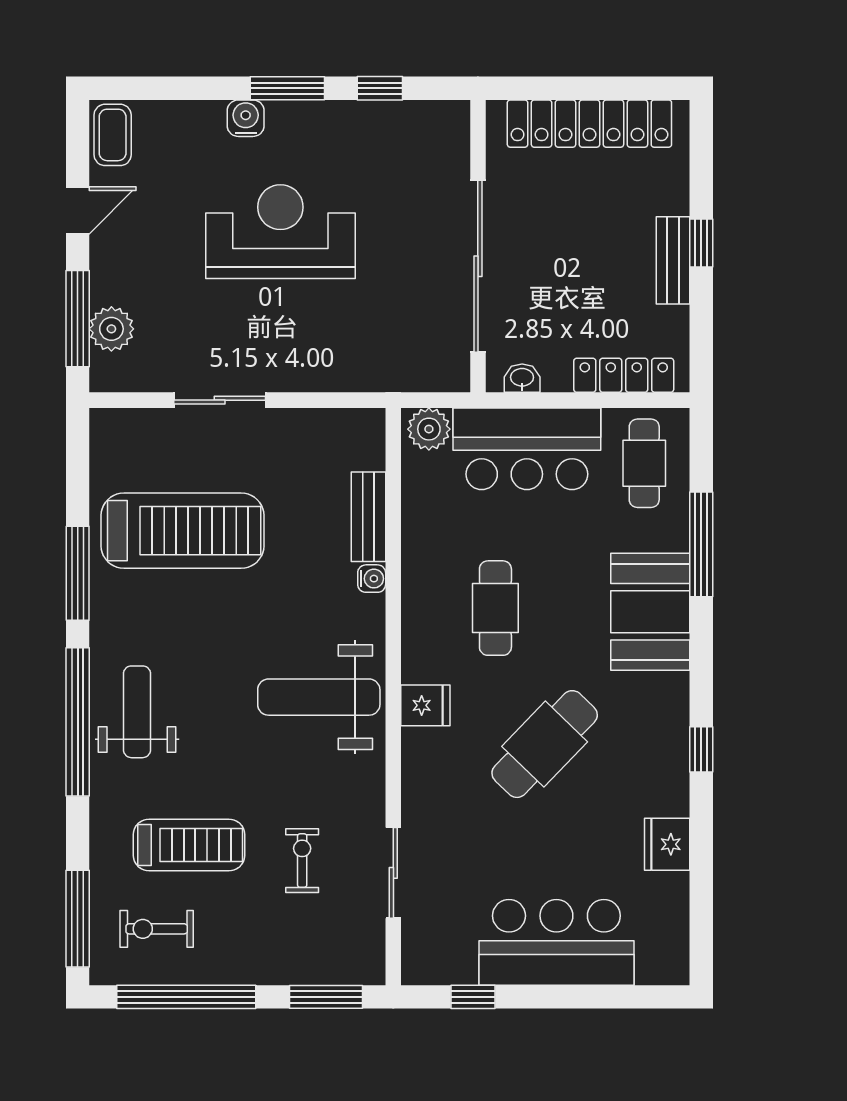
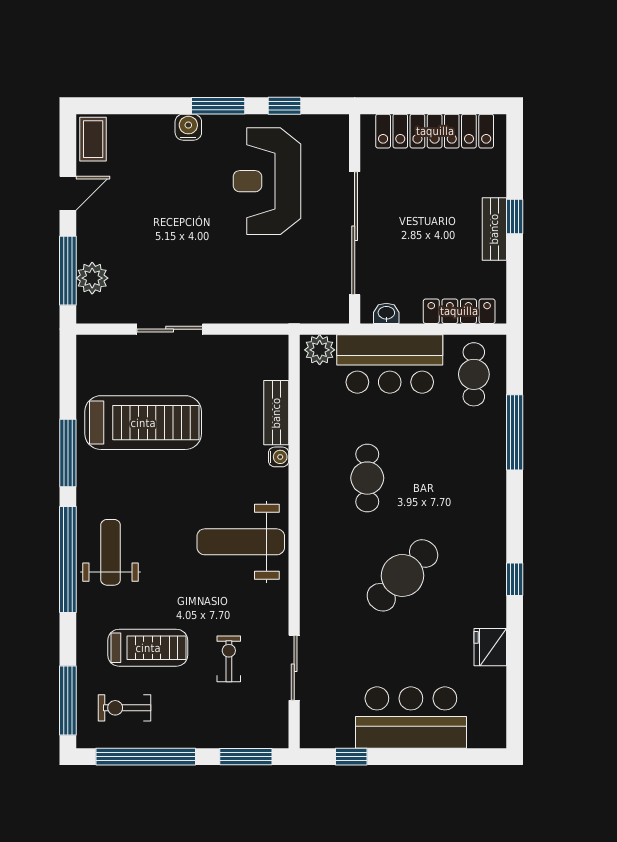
reception desk: (280, 232) -> (267, 181), moved, turned -90
booth: (650, 612) -> (478, 481), removed
fridge: (425, 705) -> (317, 548), removed

